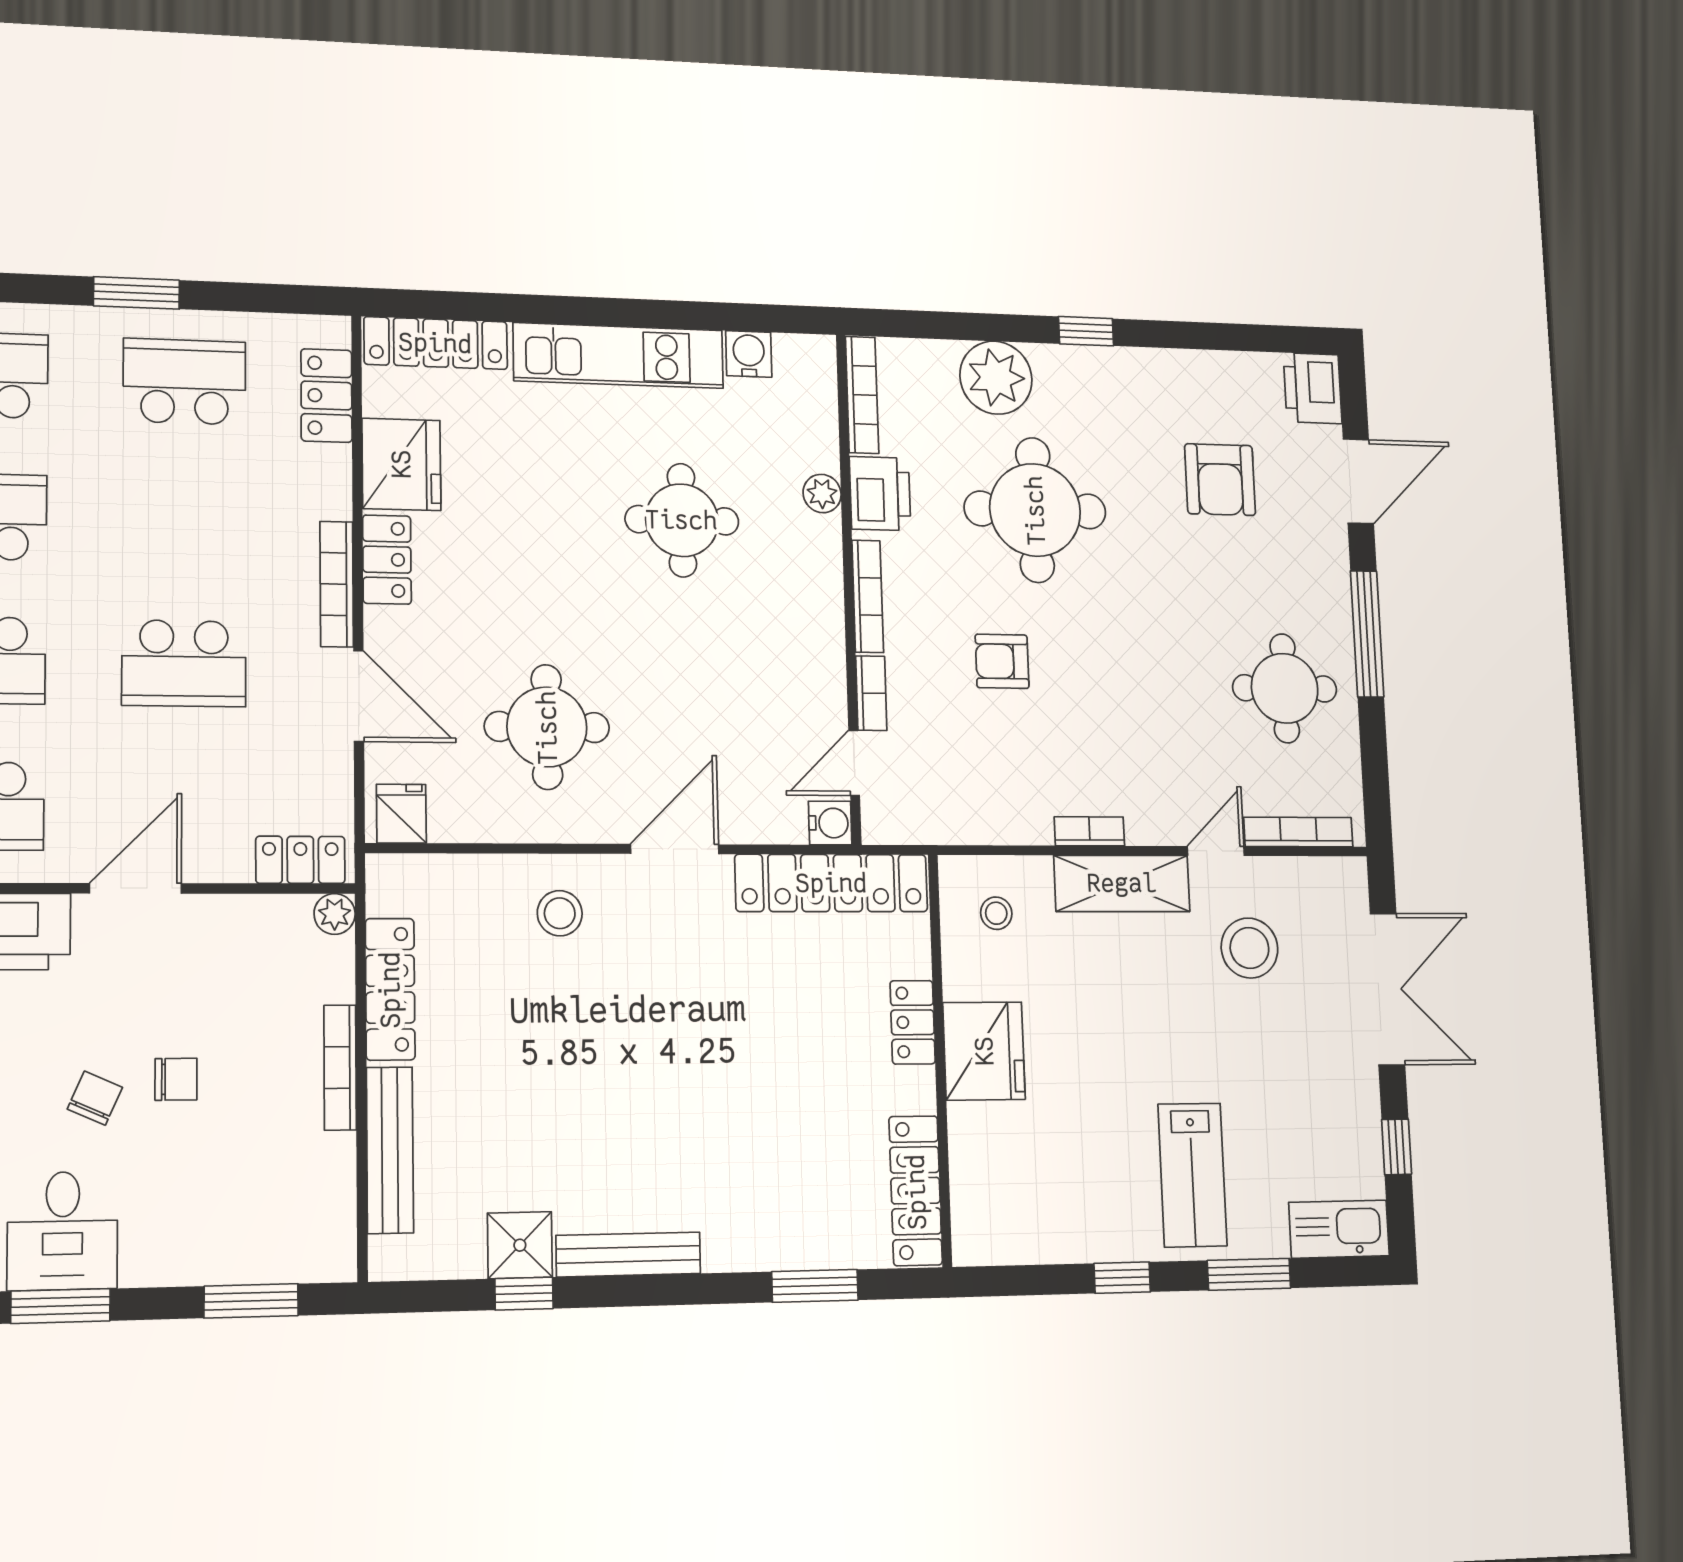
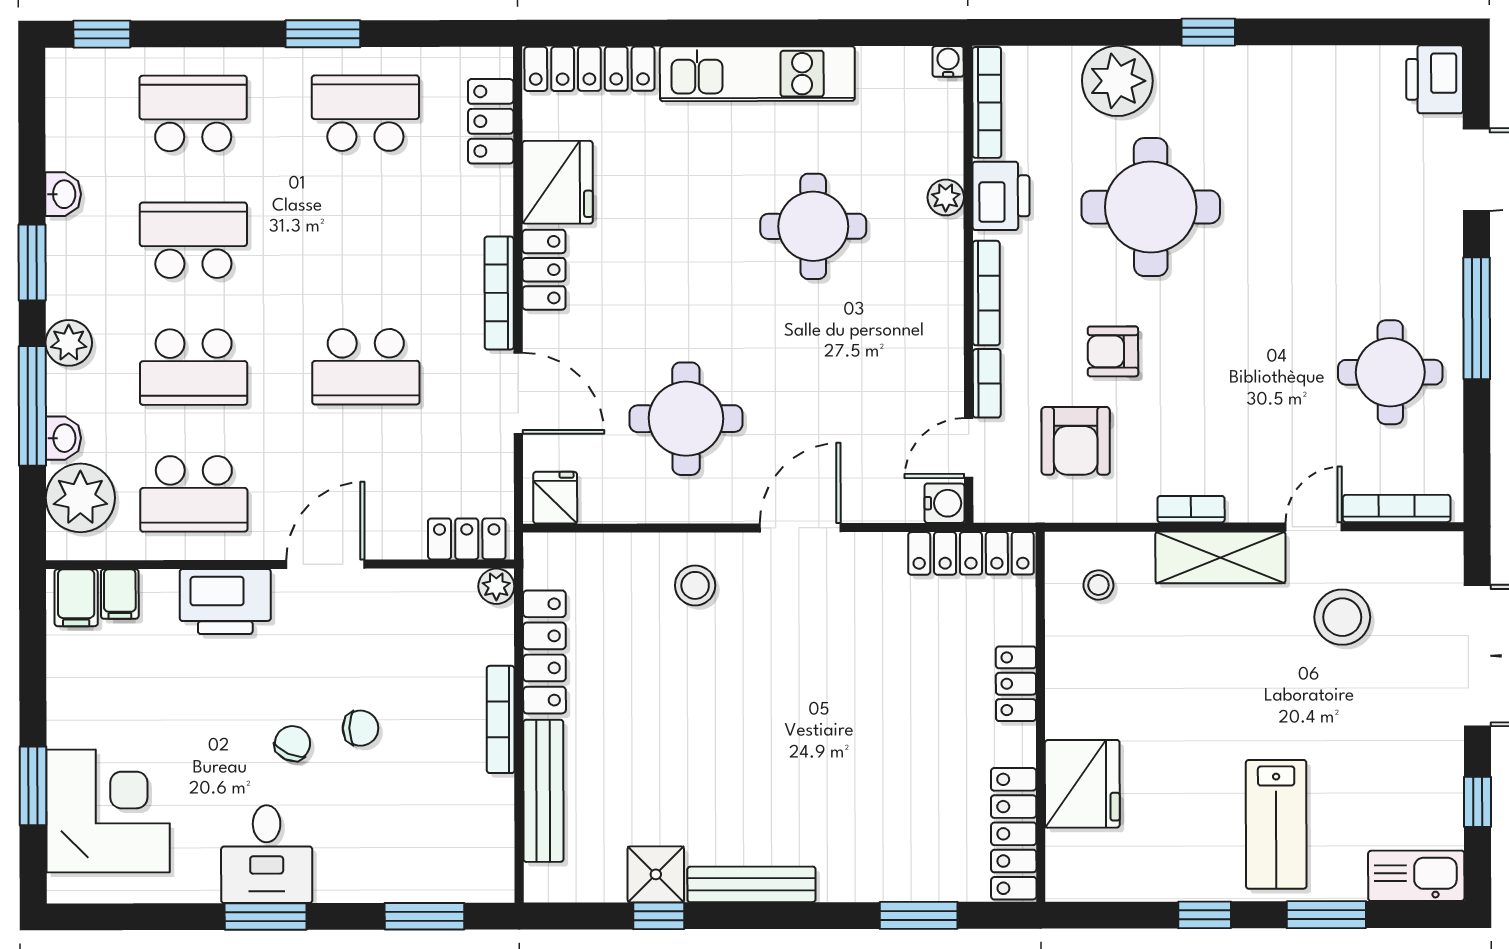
water cooler: (749, 354) -> (948, 61), moved, width x0.72, depth x0.72
armchair: (1220, 480) -> (1076, 441), moved
locker: (832, 883) -> (971, 553), width x0.71, depth x0.83
fridge: (984, 1051) -> (1082, 784), moved

